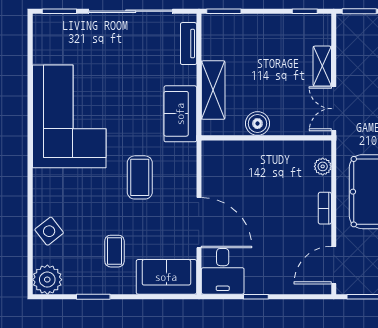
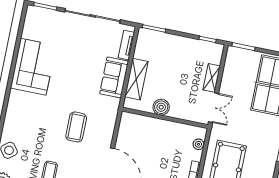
double door: (334, 109) -> (213, 108), swing flipped
sofa: (180, 114) -> (114, 77), moved
corner sofa: (69, 116) -> (33, 67), width x0.73, depth x0.74

